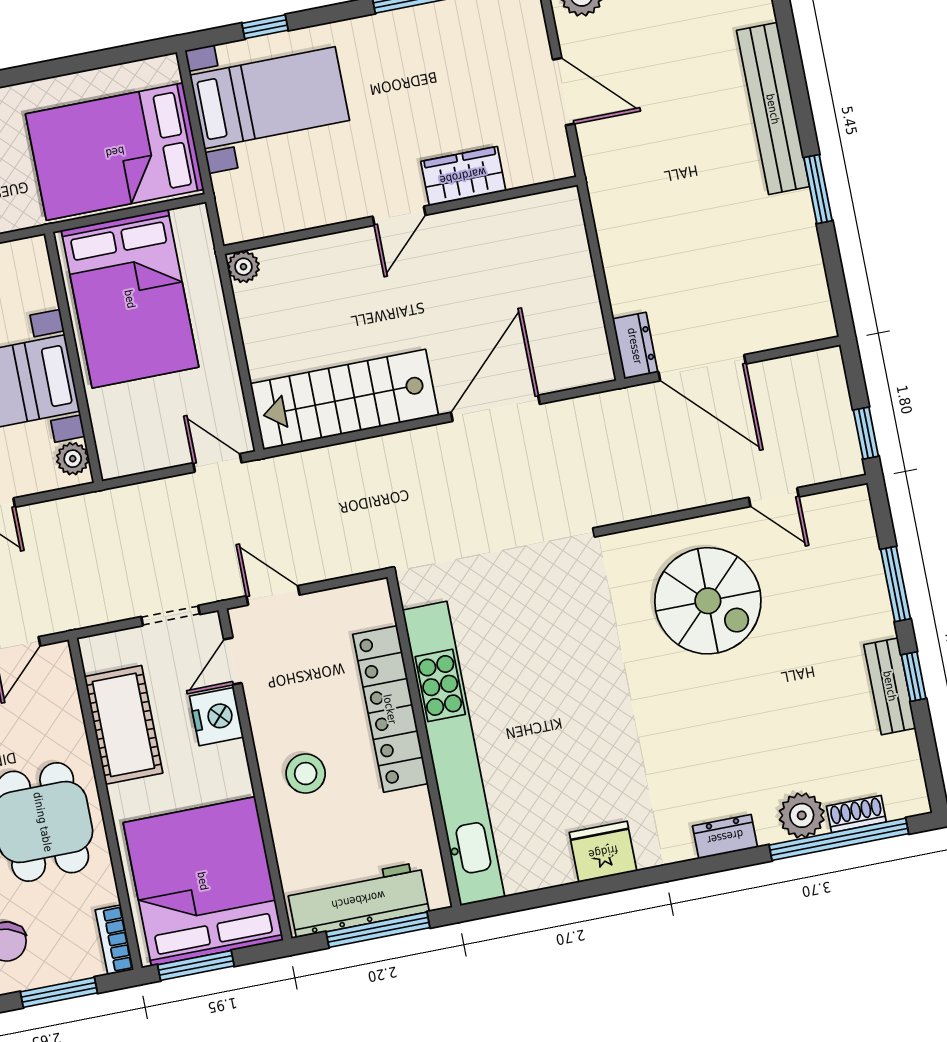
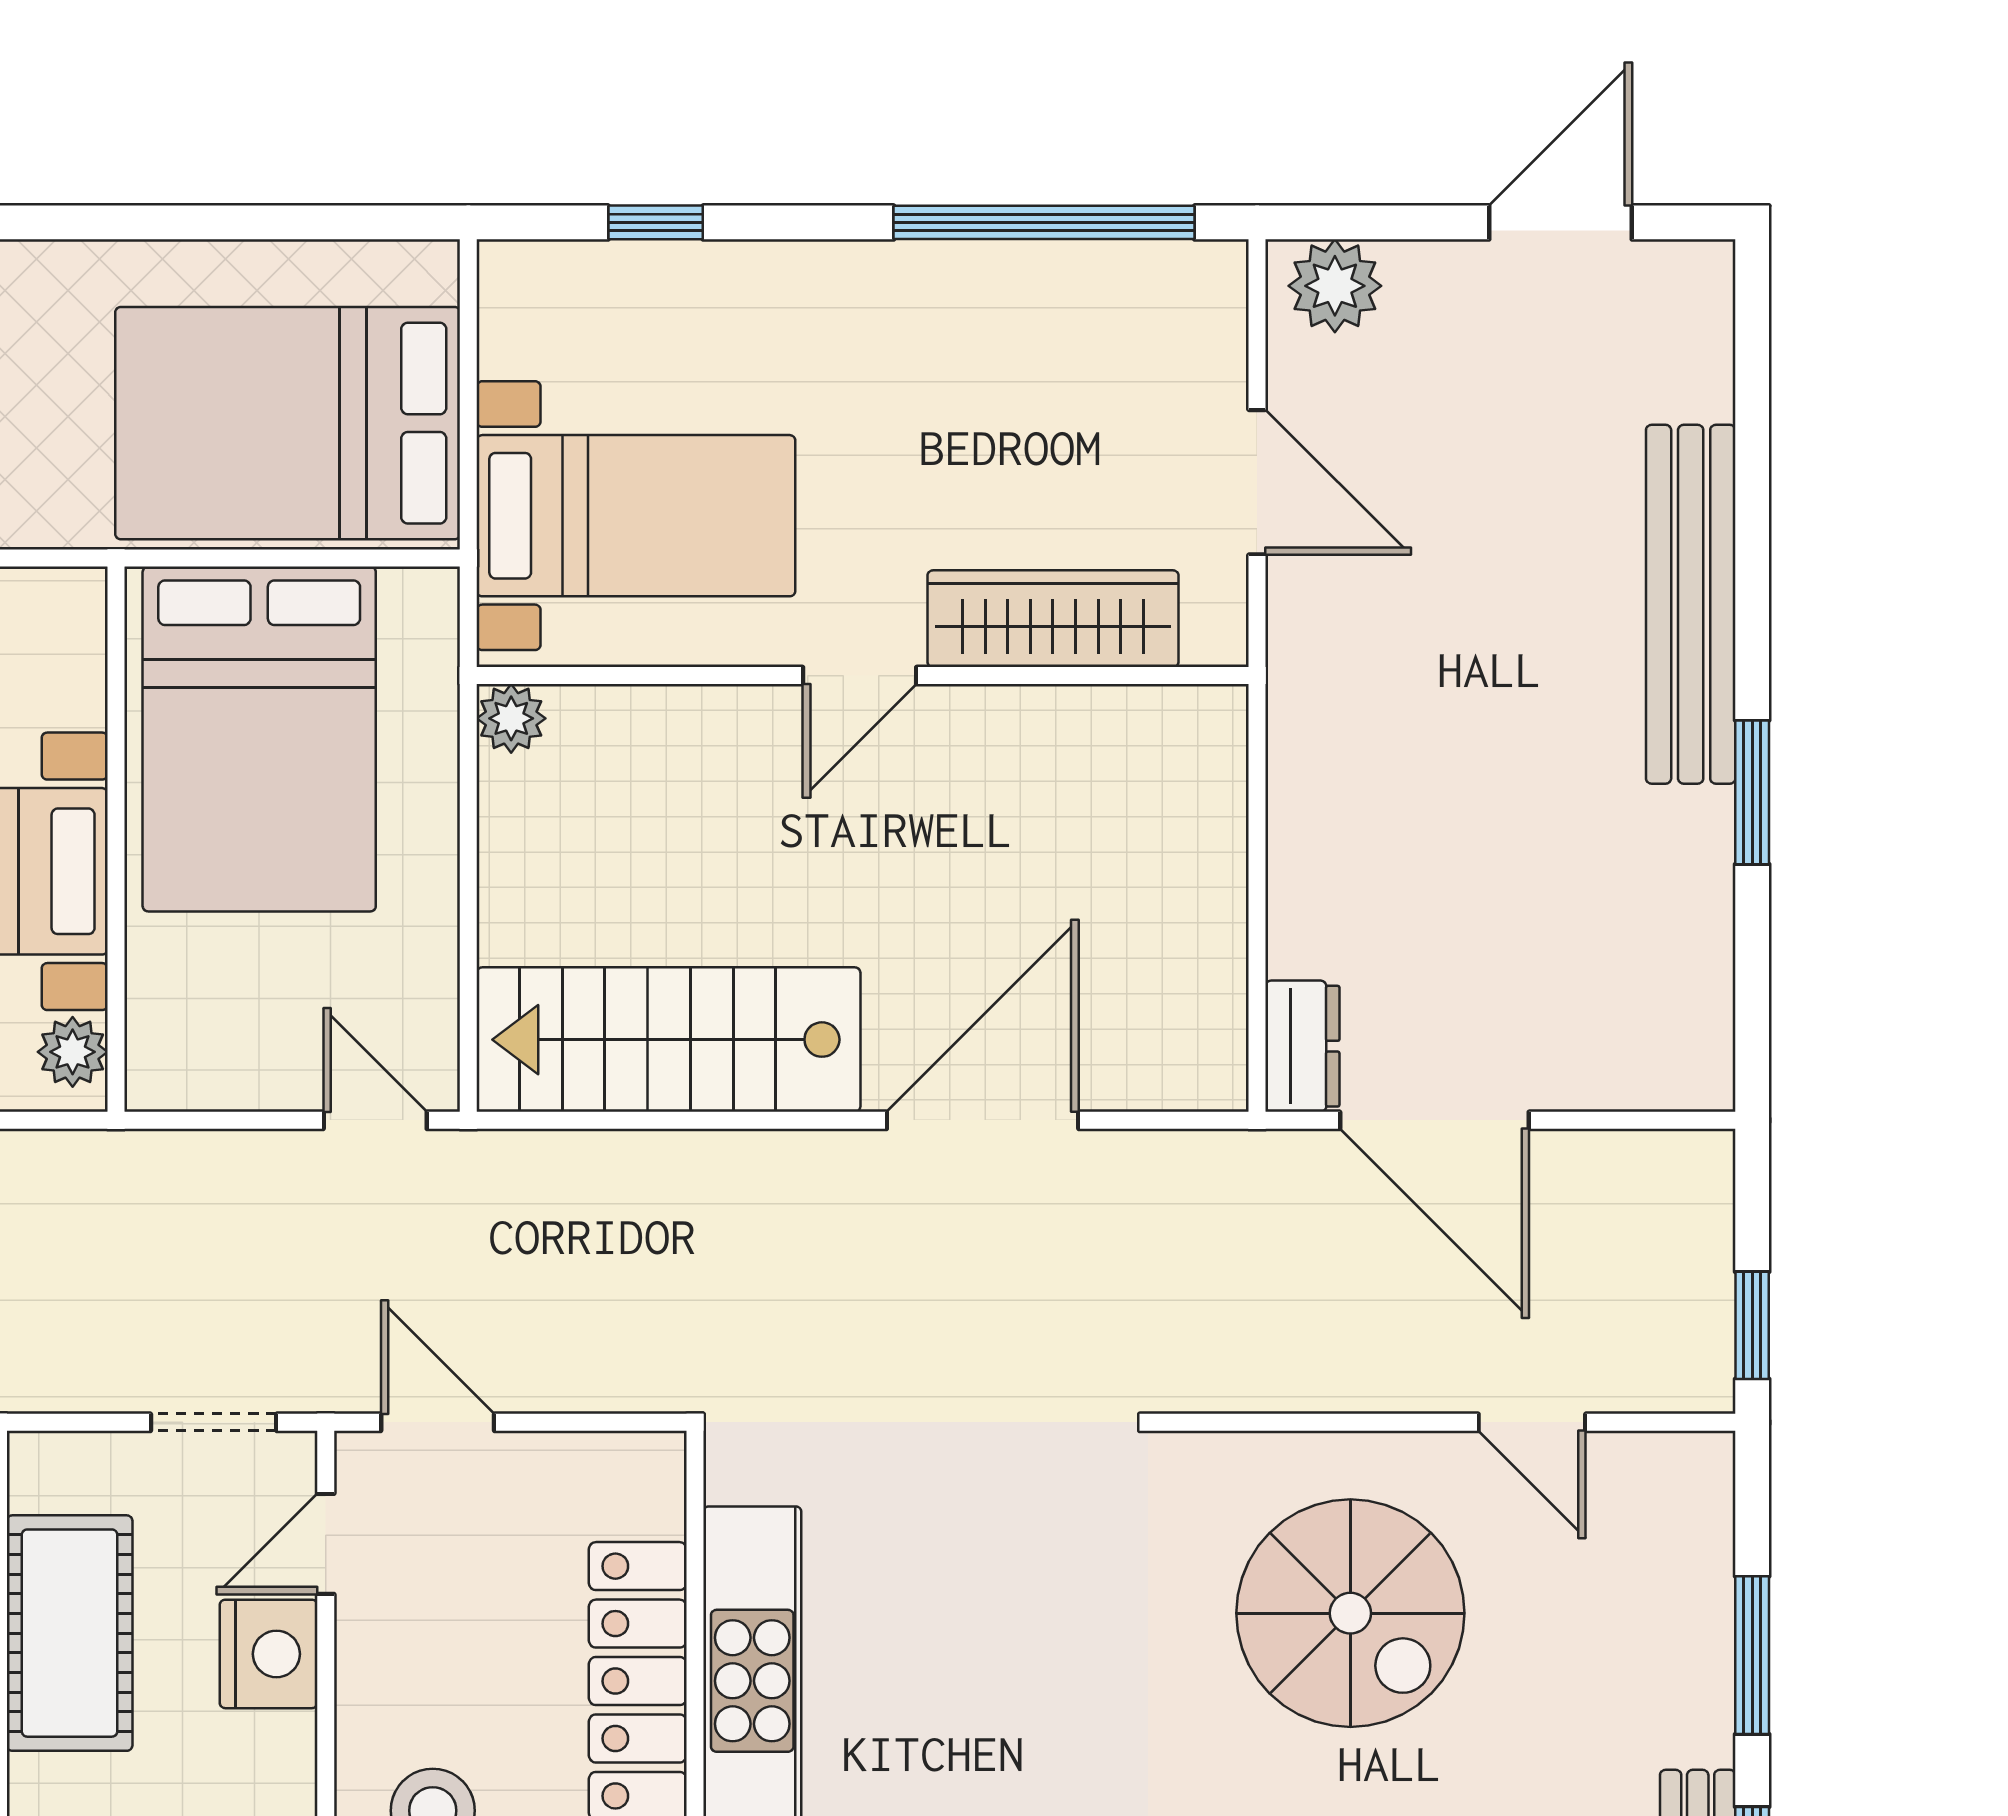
bed with nightstands: (270, 98) -> (636, 516), moved
wardrobe: (463, 176) -> (1053, 619), width x1.50

